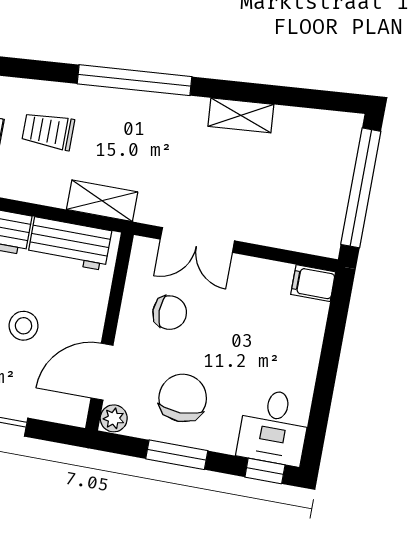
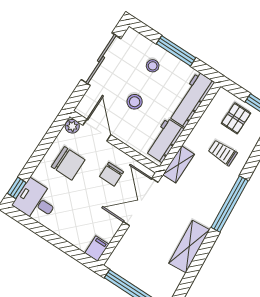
shelving: (241, 115) -> (189, 247), width x1.50, depth x1.33
trolley: (48, 131) -> (223, 153), turned -90
double door: (197, 240) -> (141, 202), width x1.37
window: (177, 455) -> (42, 149), removed

